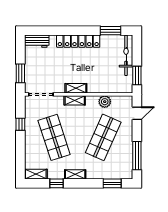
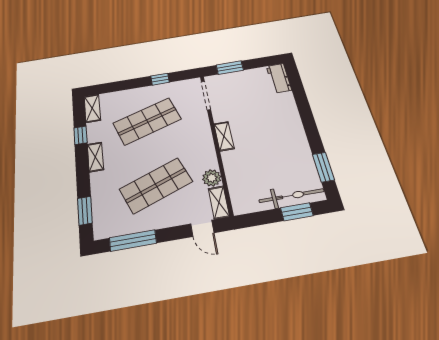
locker: (78, 41) -> (294, 127), removed
window: (137, 76) -> (297, 212), moved
shelving: (75, 100) -> (219, 202), moved
shop shelf: (103, 137) -> (156, 185), turned -45

